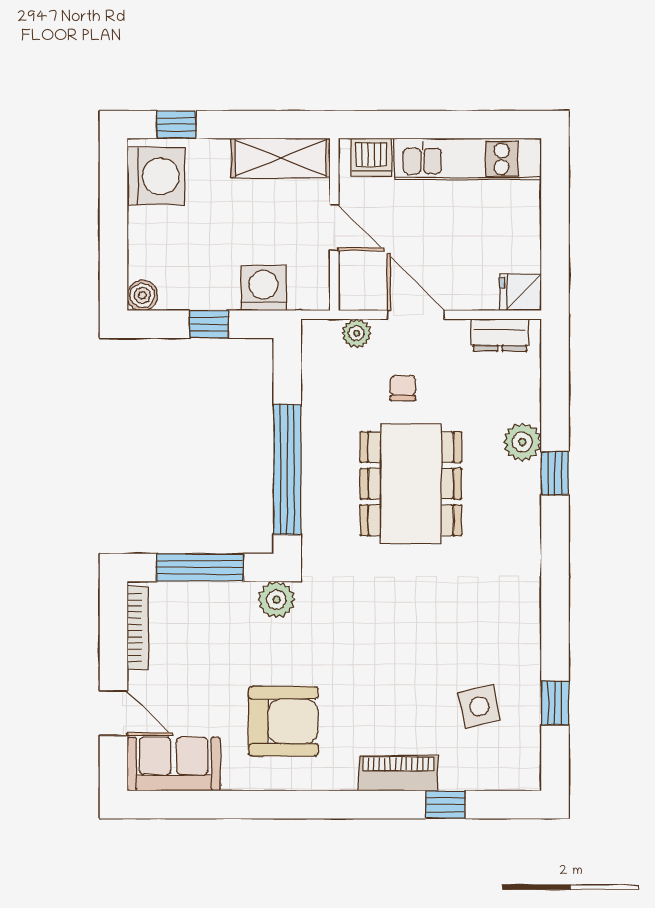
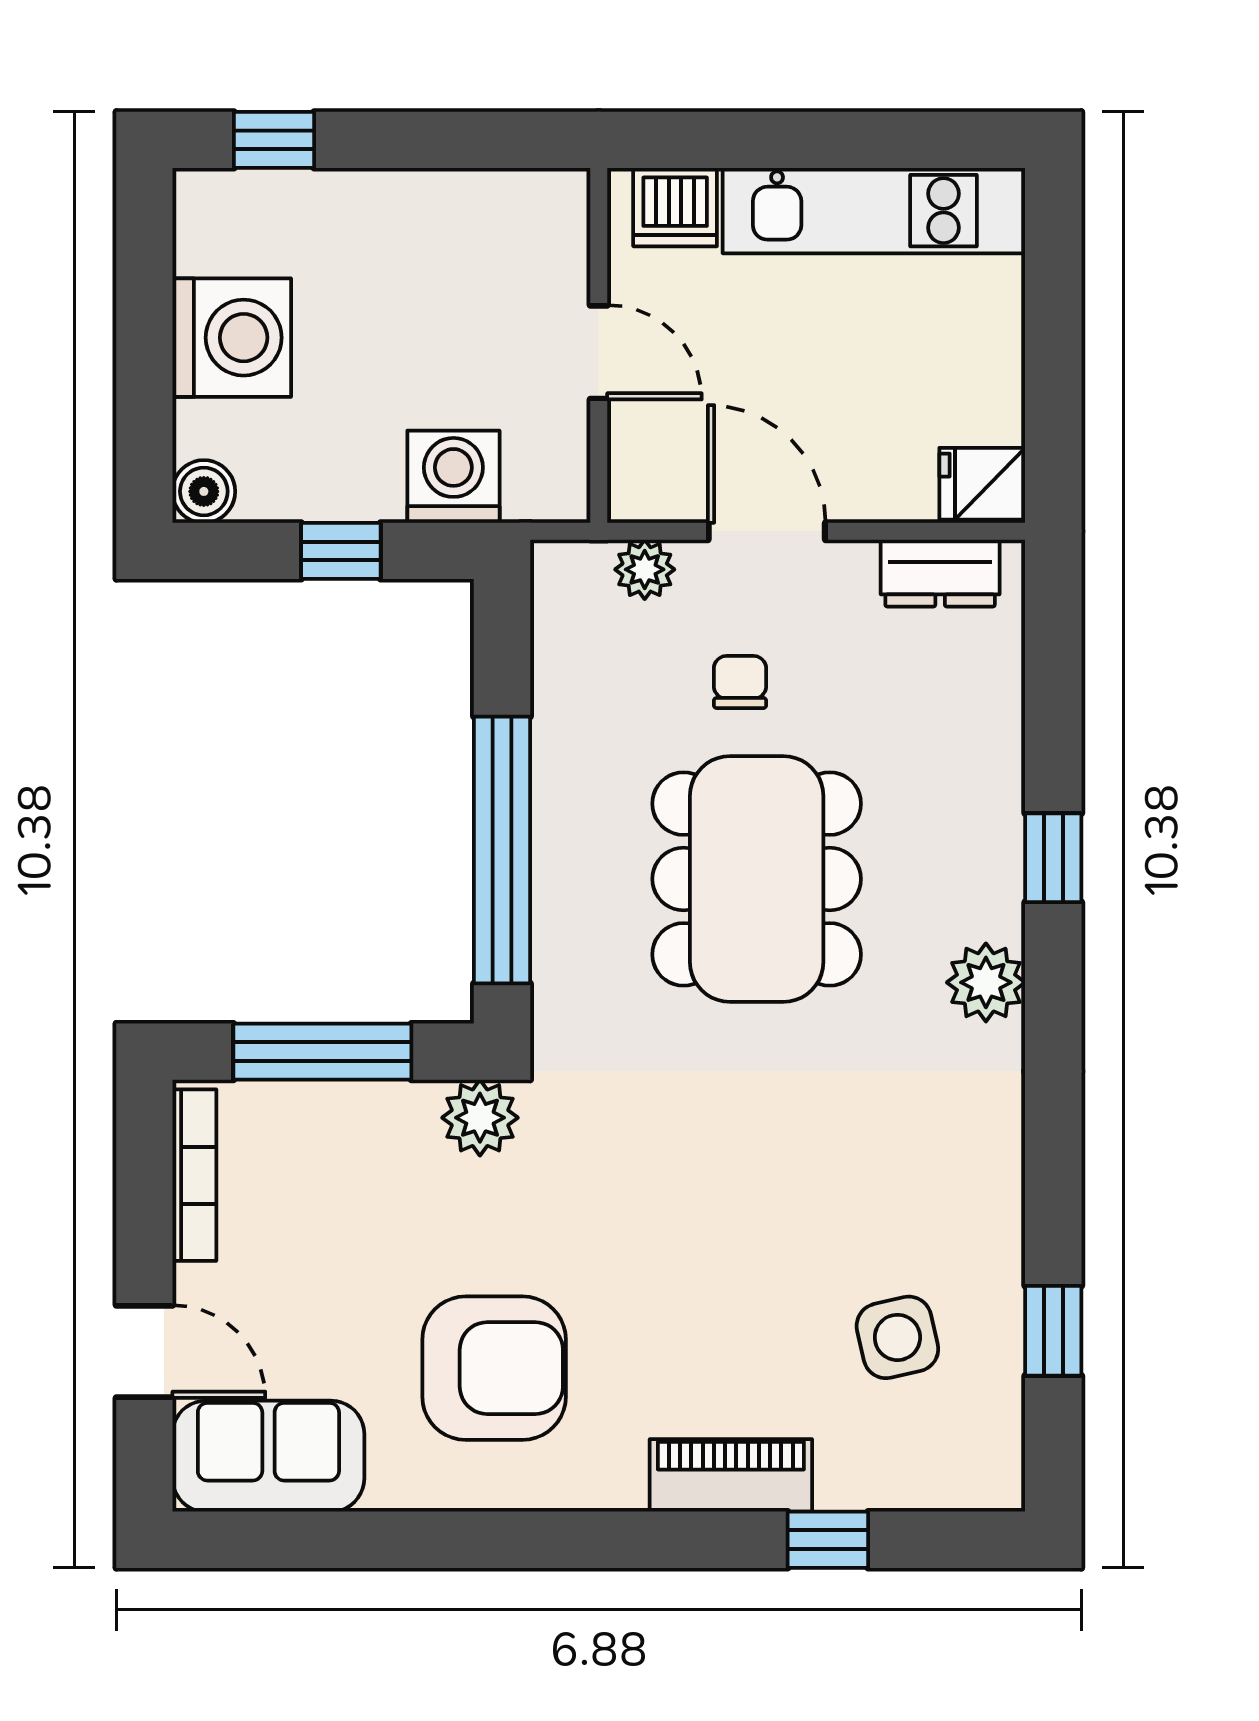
shelving: (281, 158) -> (489, 209), removed
washing machine: (156, 176) -> (232, 338), moved
plant: (522, 442) -> (986, 982), moved

